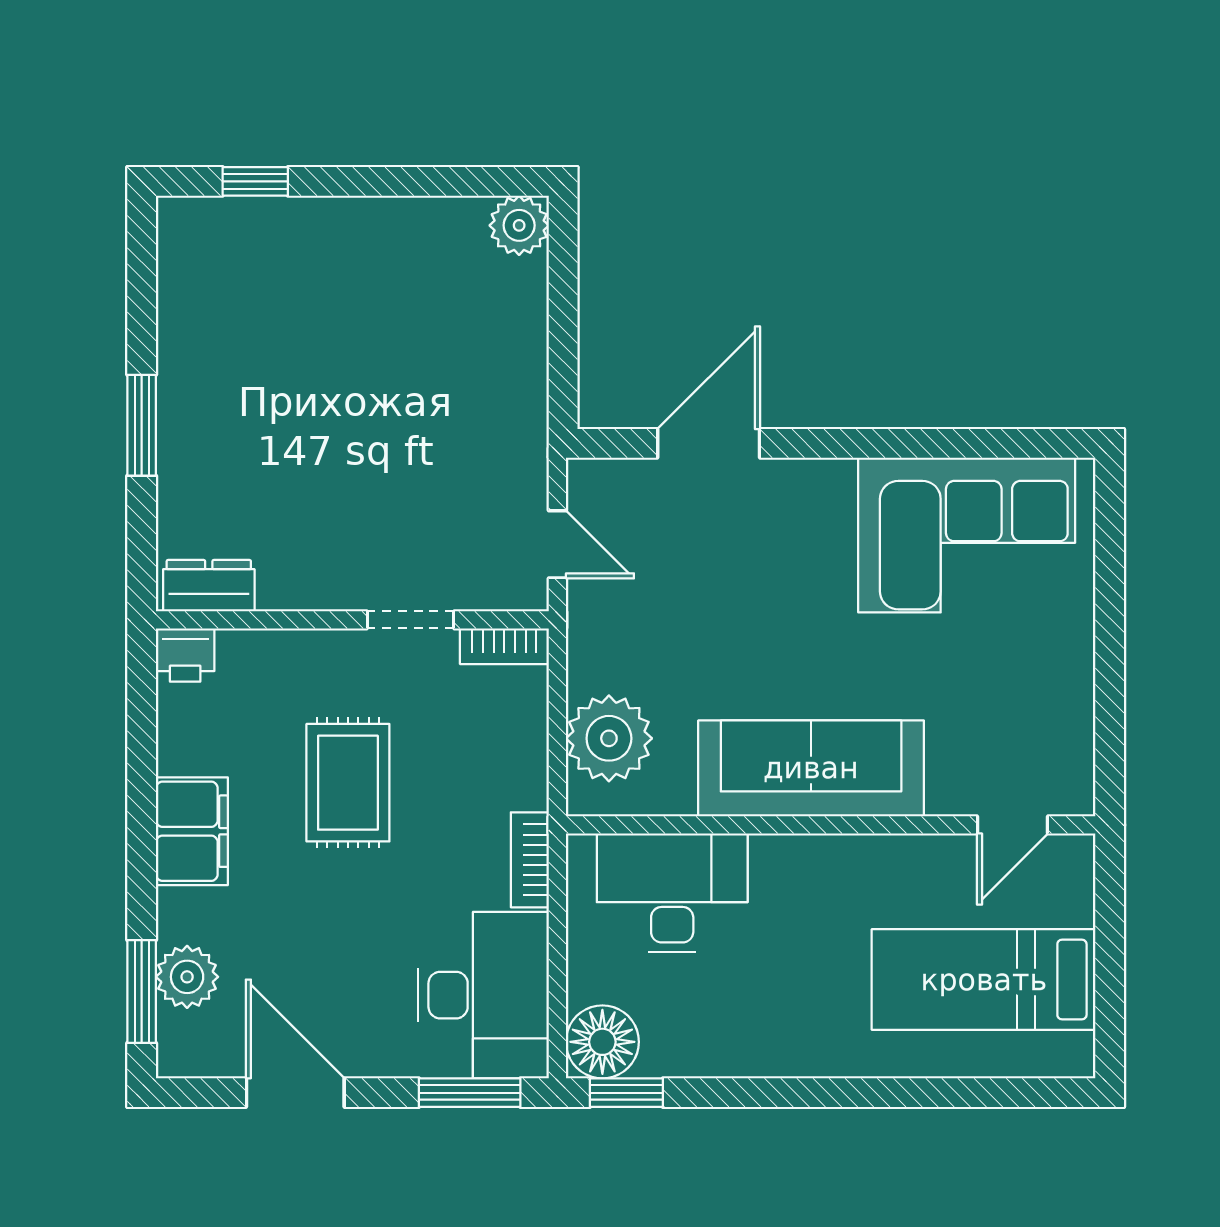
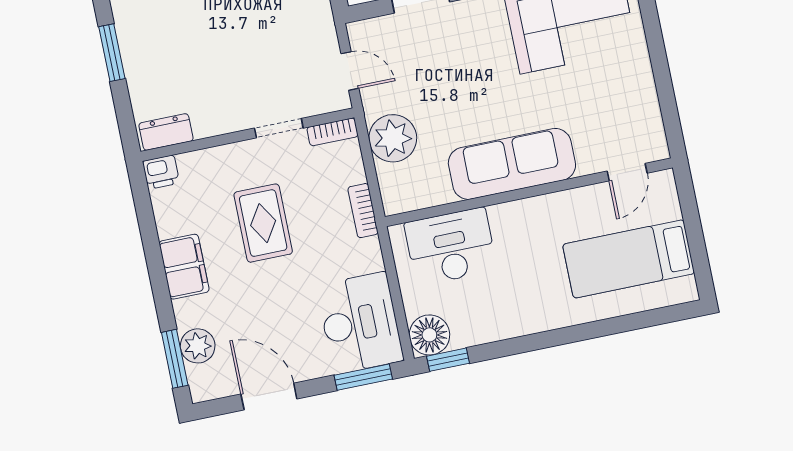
plant: (609, 738) -> (393, 138), moved
bookcase: (530, 860) -> (363, 211), moved

